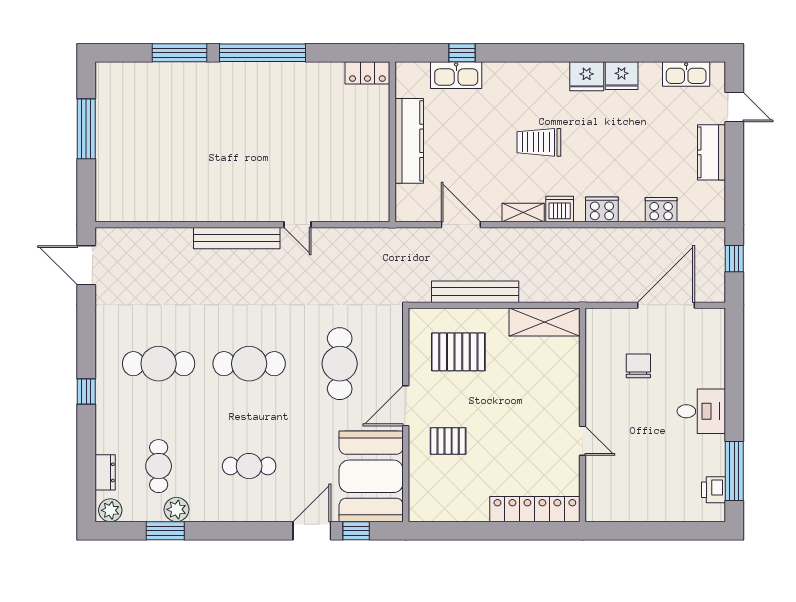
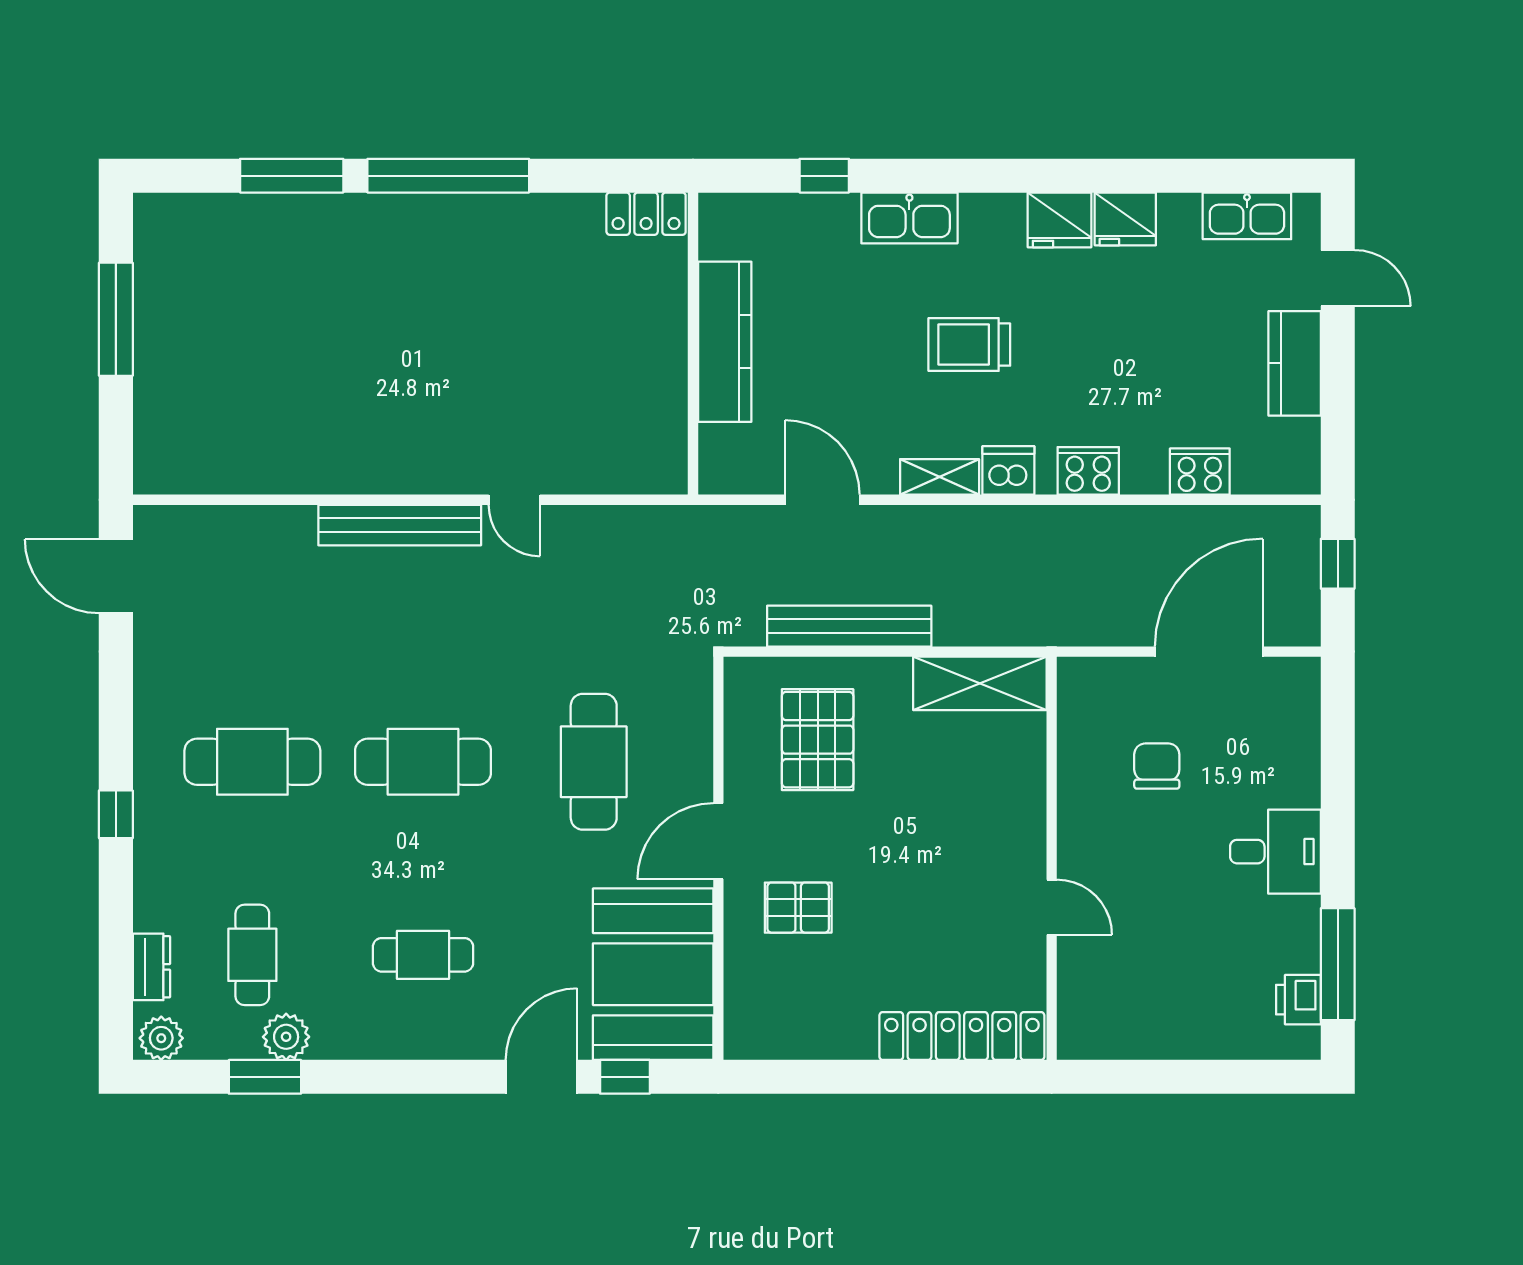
kitchen sink: (456, 75) -> (909, 218), moved
pallet: (458, 352) -> (818, 740), turned 90

